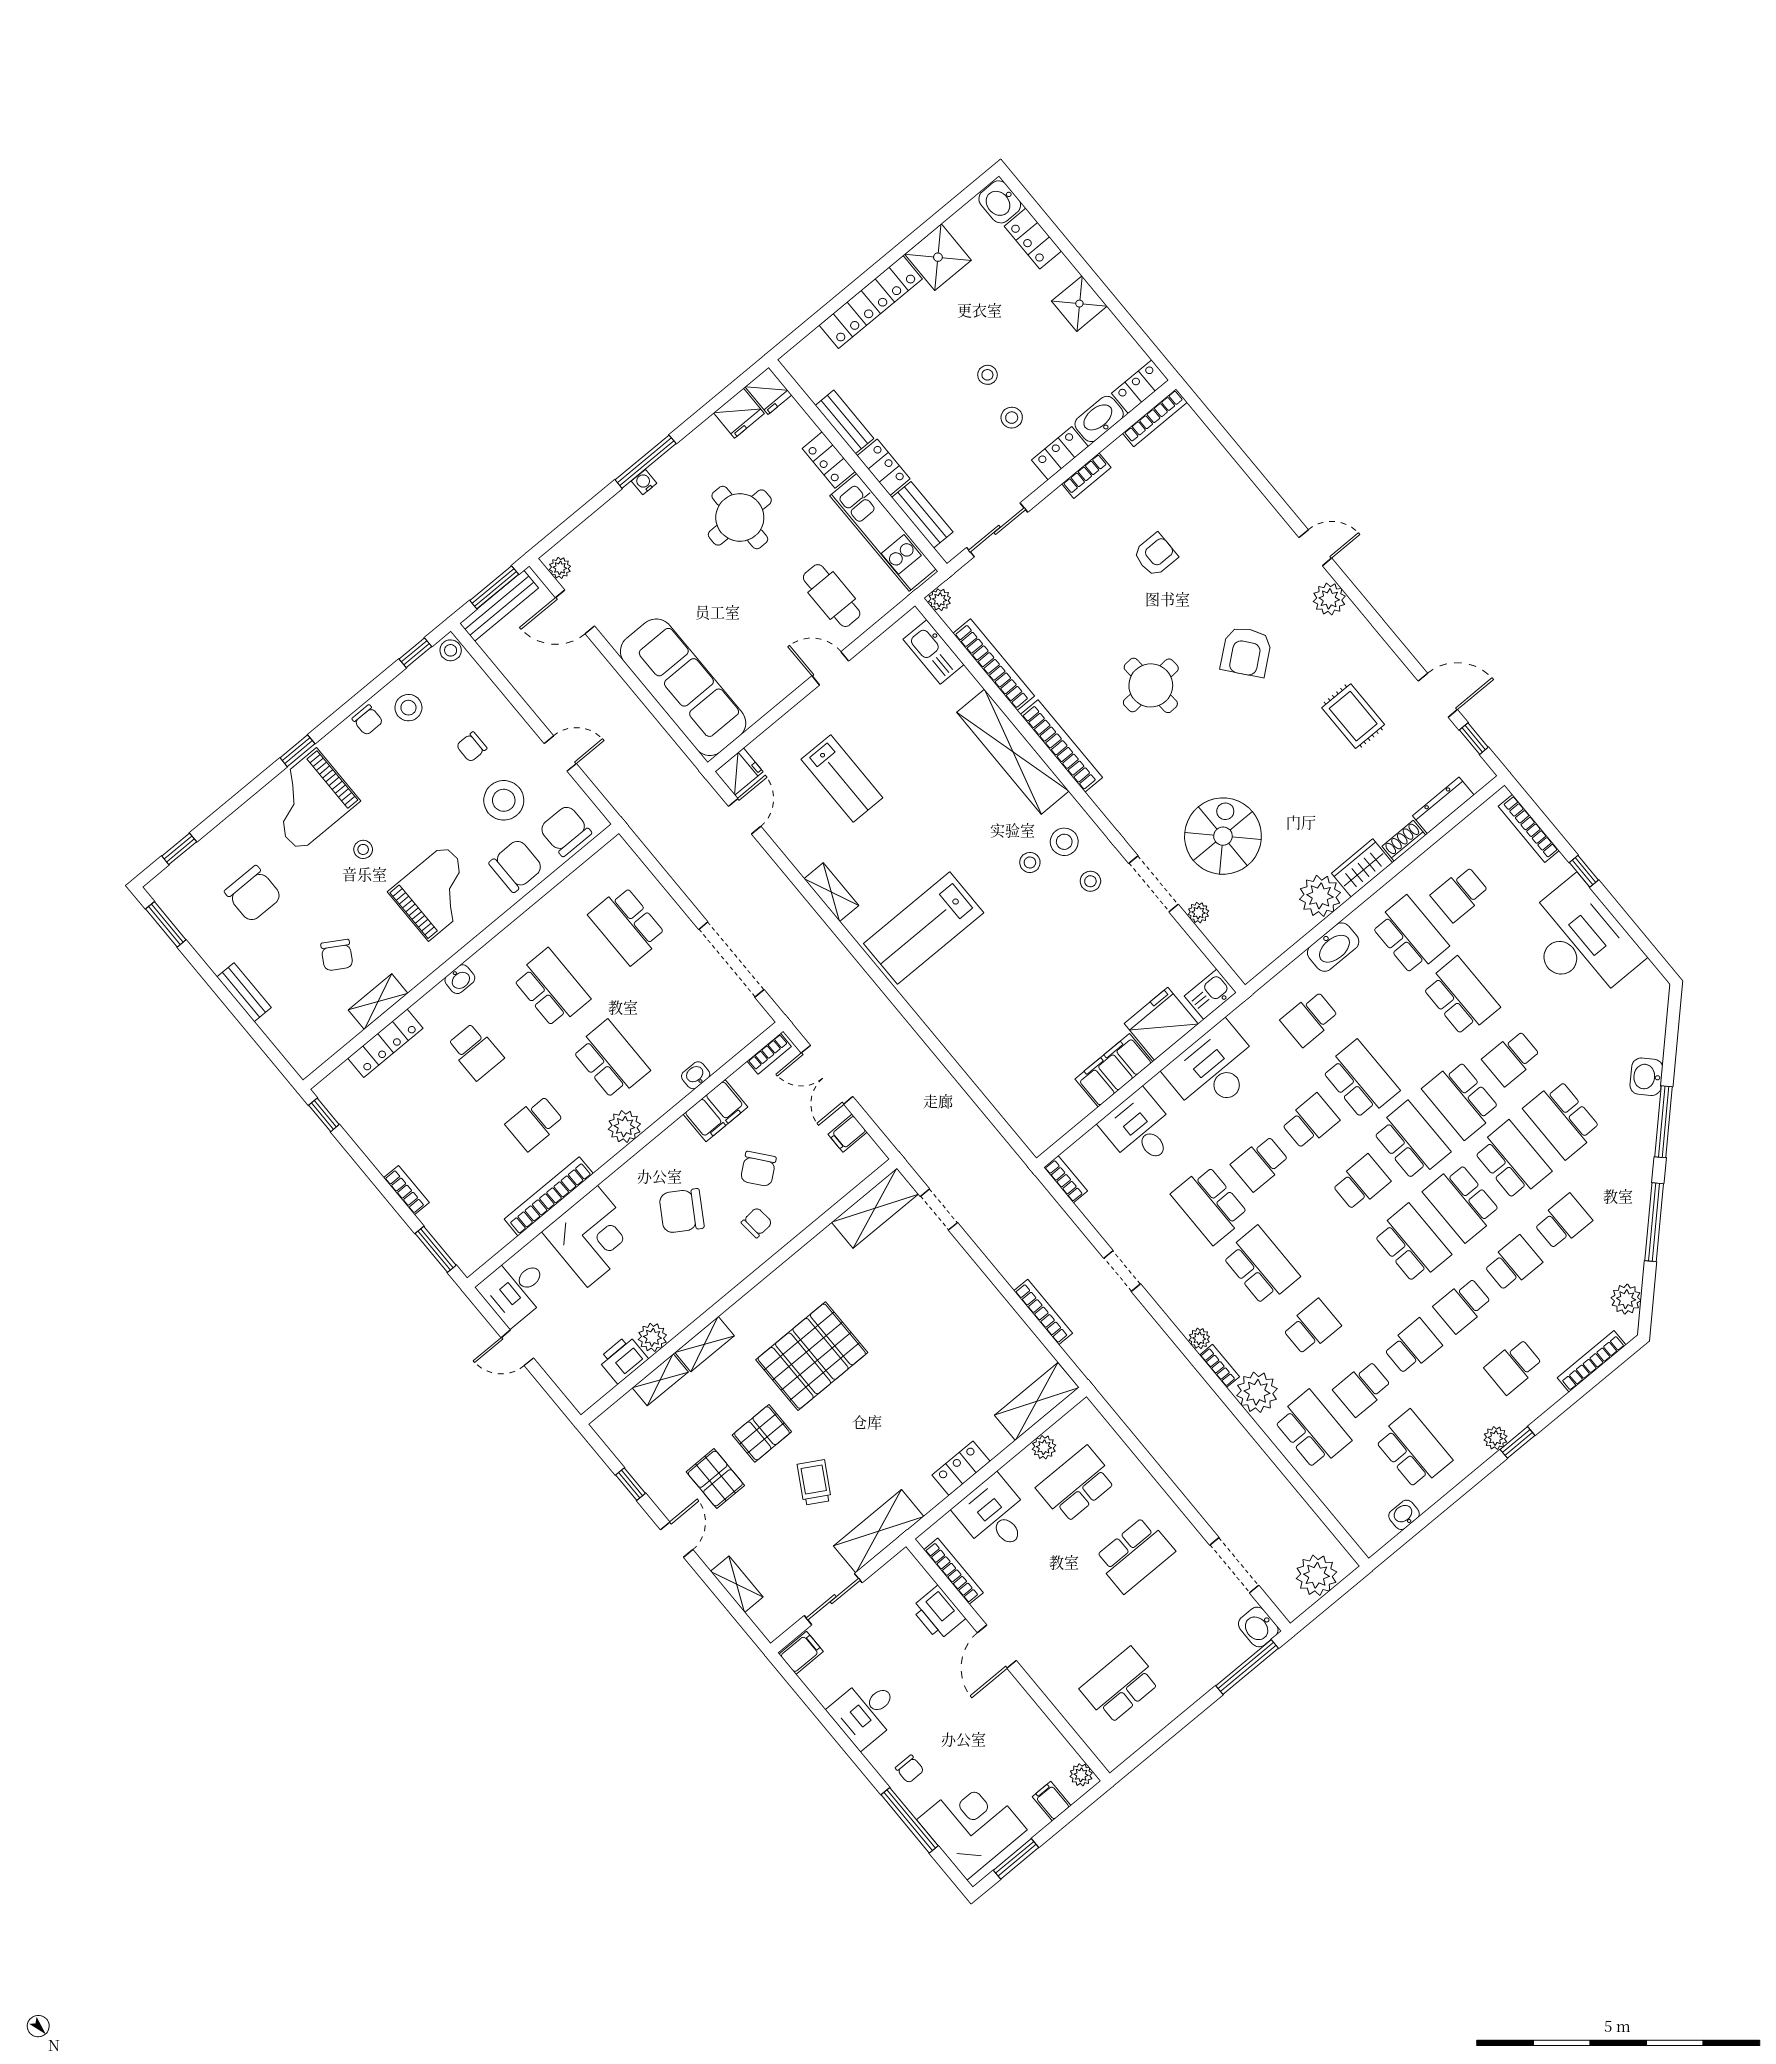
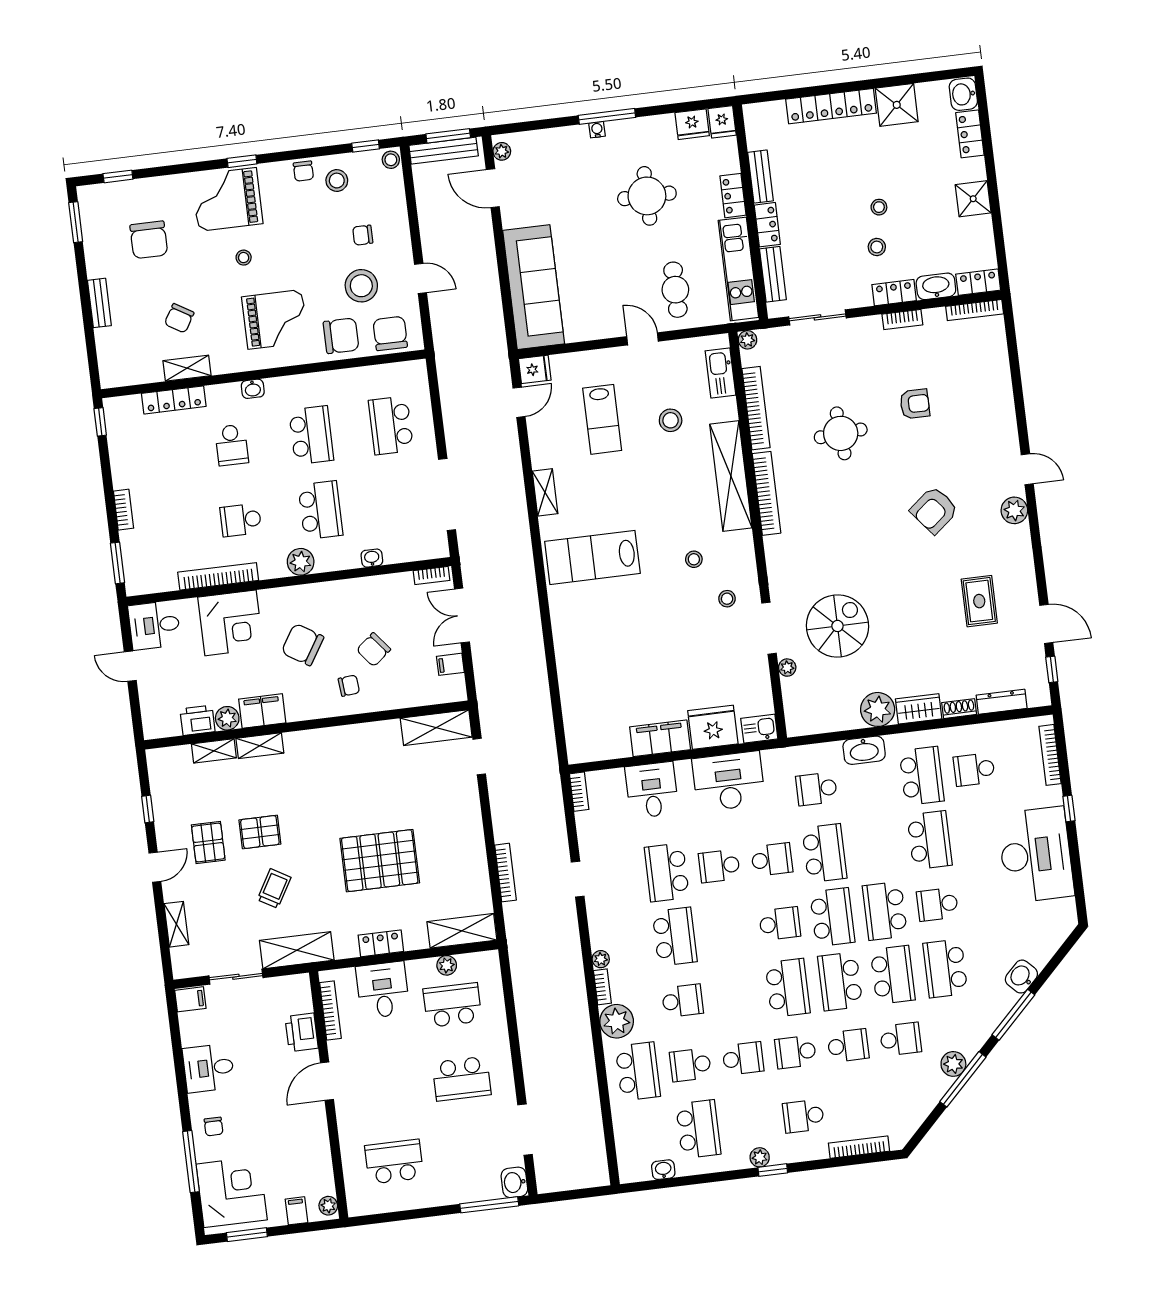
round table: (1151, 685) -> (841, 433), moved
stool: (1064, 842) -> (671, 420), moved
filing cabinet: (715, 1111) -> (262, 711), moved, turned 180
plant: (1626, 1299) -> (953, 1064), moved
pallet: (812, 1356) -> (380, 861), moved
plant: (1316, 1575) -> (577, 1173), removed

